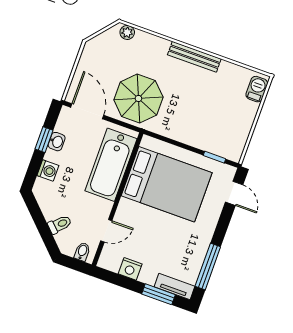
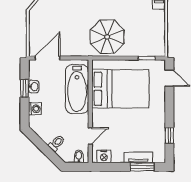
parasol: (138, 98) -> (107, 37), moved
door: (87, 111) -> (47, 58), hinge flipped
window: (208, 267) -> (169, 135), width x0.46
nightstand: (130, 269) -> (104, 156), moved
tv unit: (174, 286) -> (138, 157), moved

